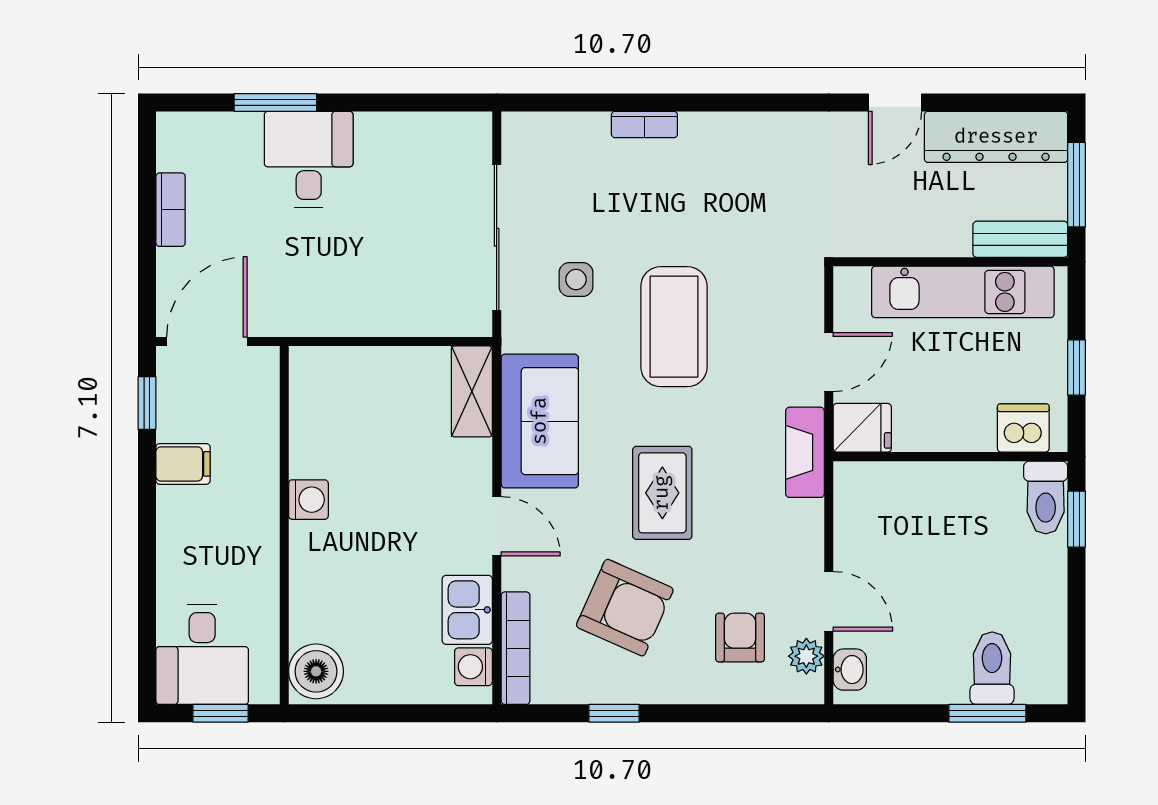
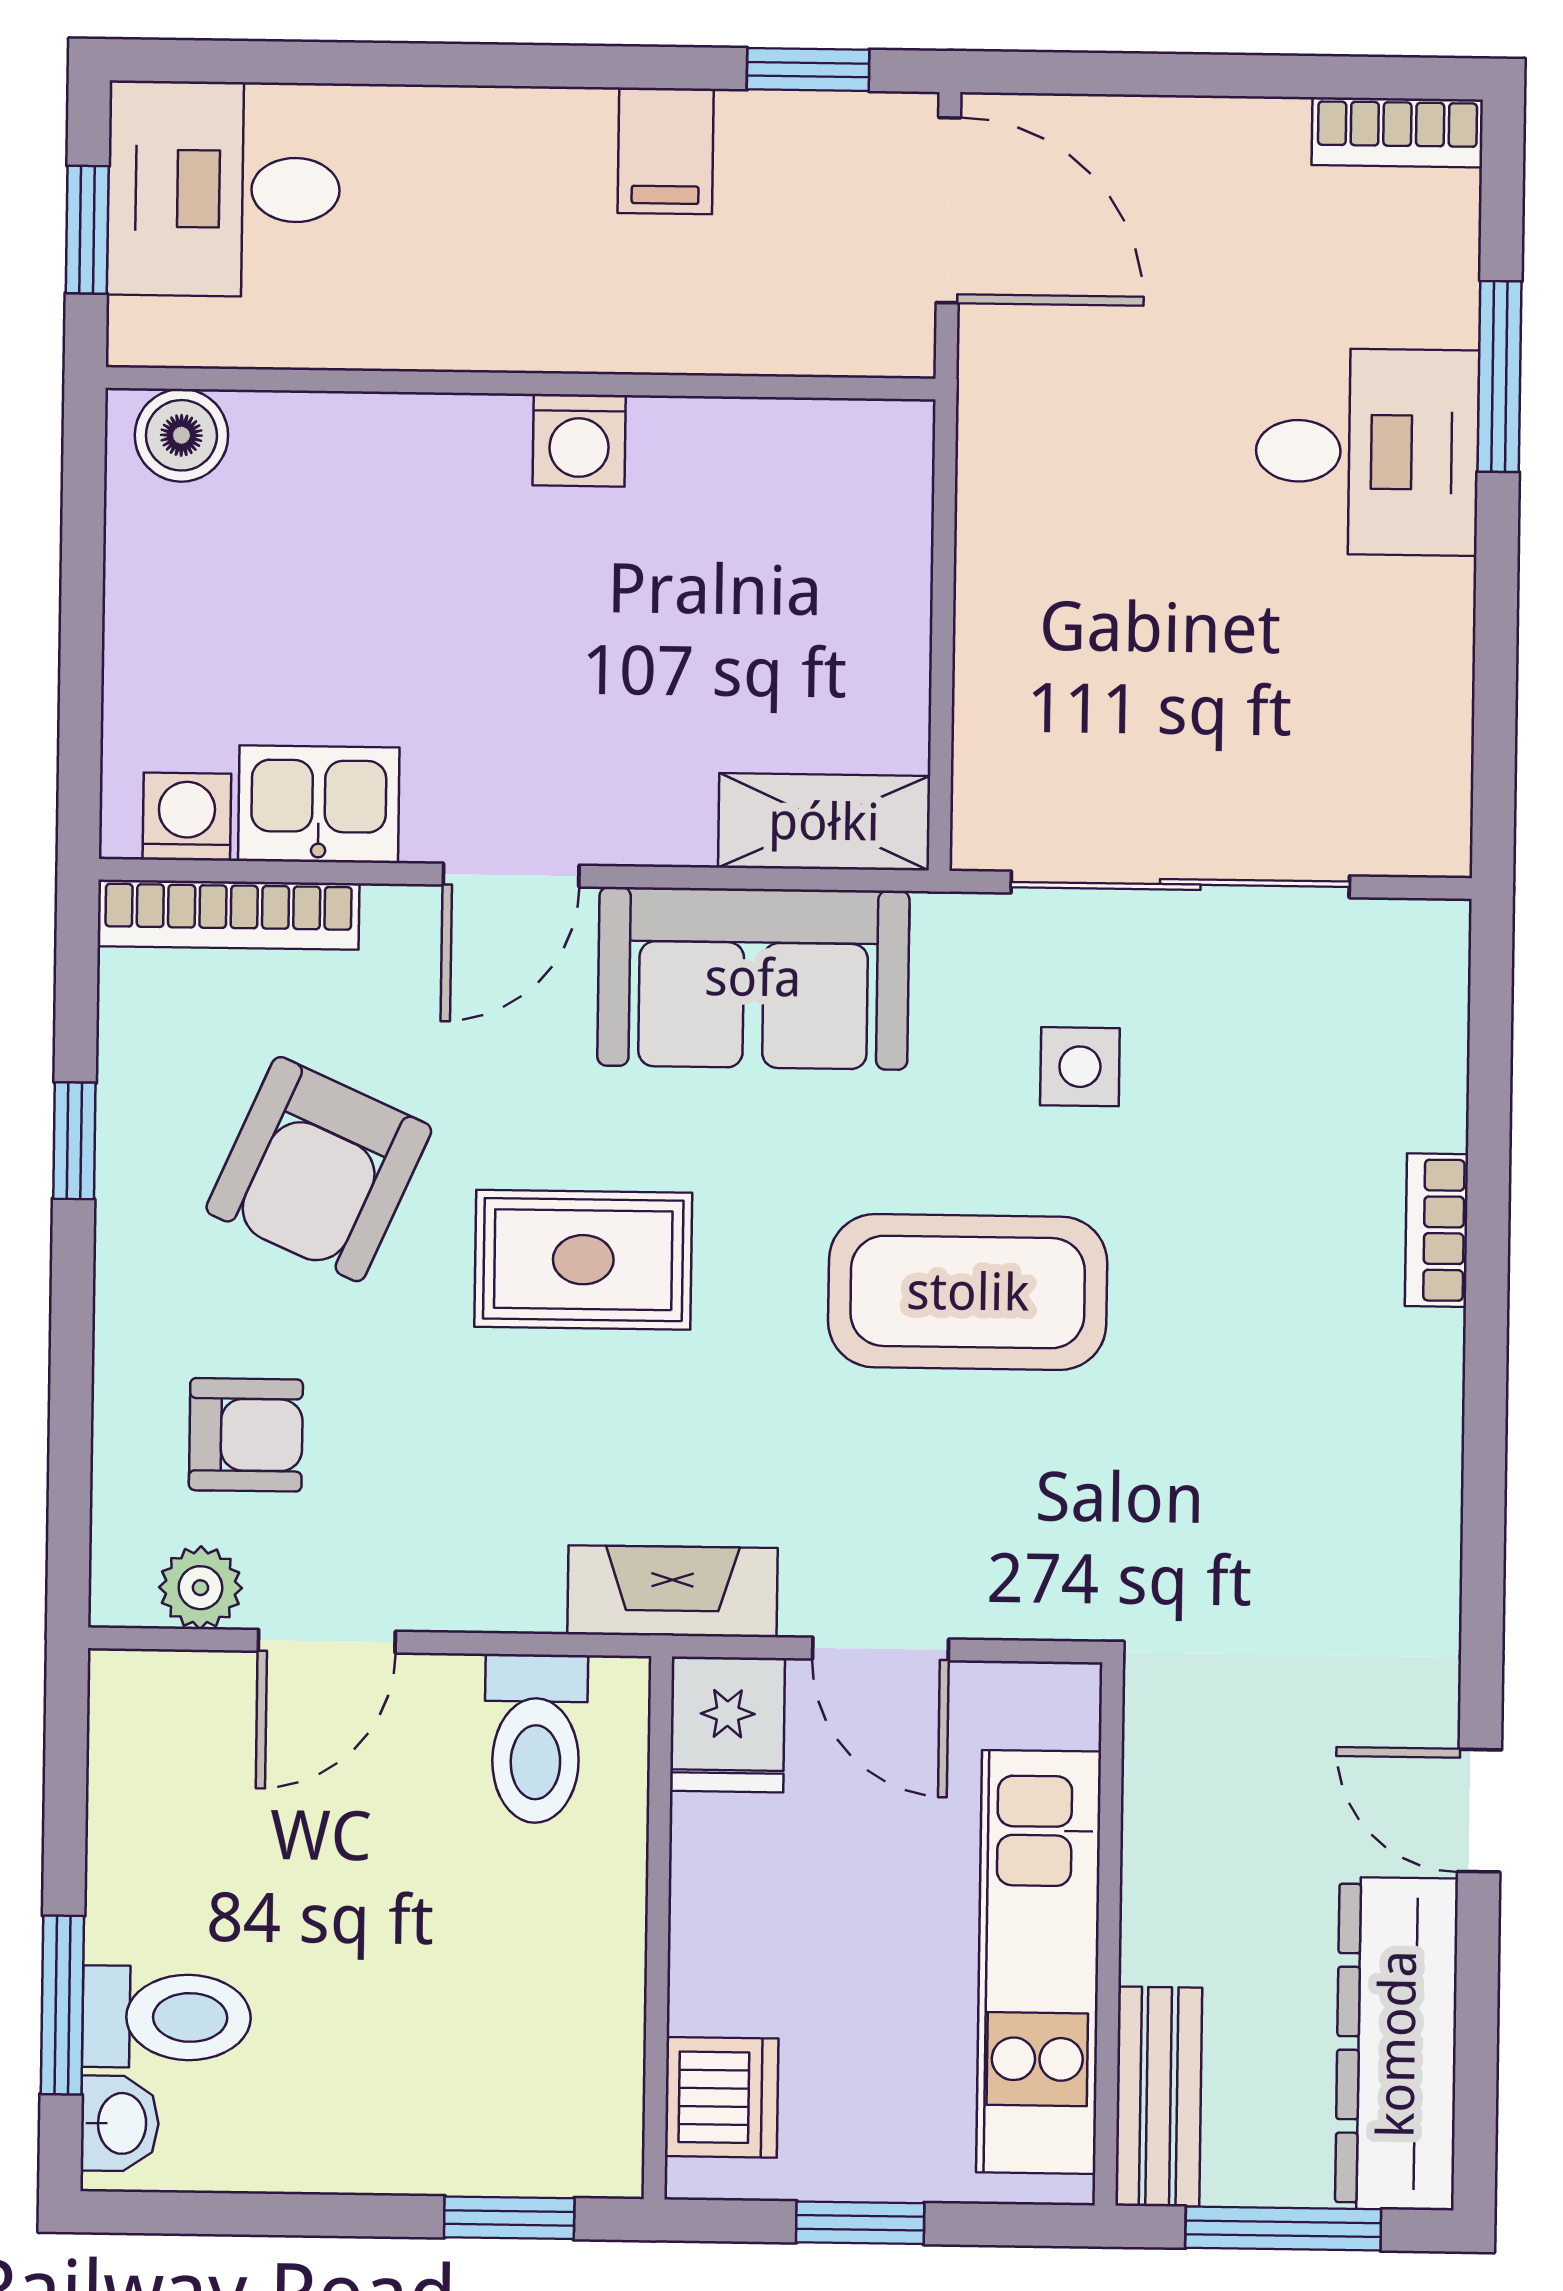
bookcase: (171, 210) -> (1397, 132), moved
toilet: (1046, 497) -> (536, 1739), moved, turned -90
washbasin: (850, 670) -> (120, 2123), moved, turned -90
boiler: (316, 671) -> (181, 435), width x0.73, depth x0.73

